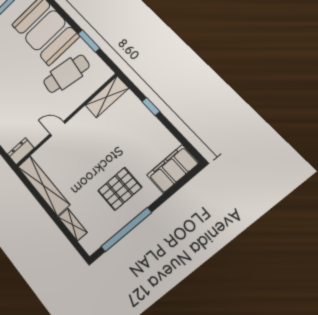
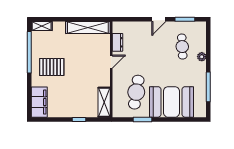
dresser: (21, 151) -> (117, 42), moved
pallet: (120, 189) -> (52, 67), turned 90
shelving: (73, 225) -> (42, 26), moved

